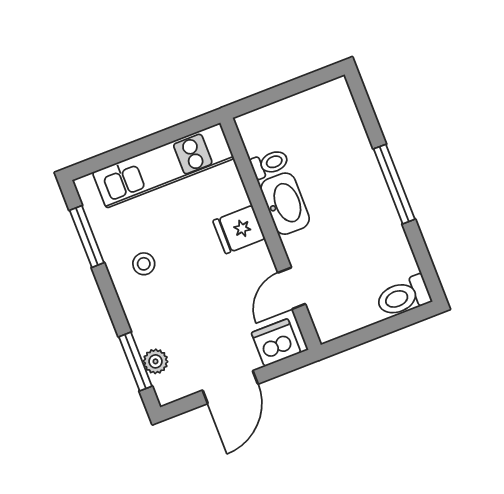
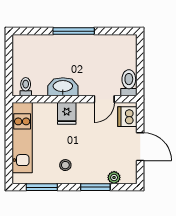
toilet: (270, 164) -> (26, 87), moved
door: (292, 288) -> (104, 99), hinge flipped
toilet: (403, 296) -> (129, 83), moved, turned 180
window: (135, 361) -> (95, 187), moved

